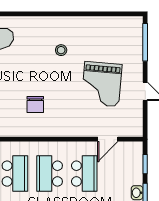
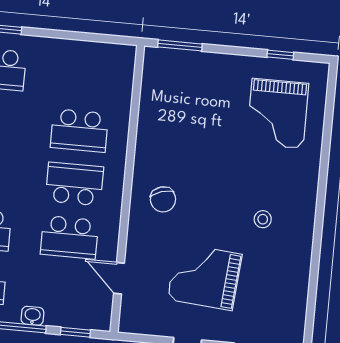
chair: (35, 105) -> (163, 199), moved, turned -107

